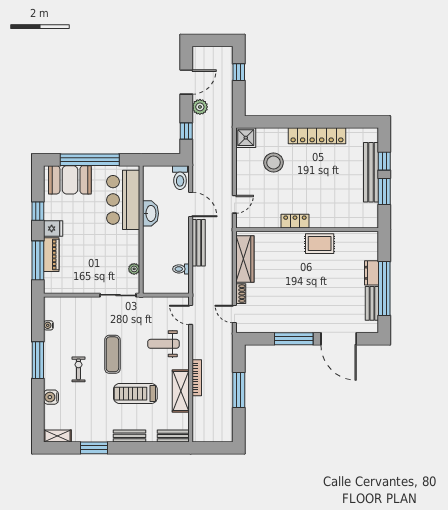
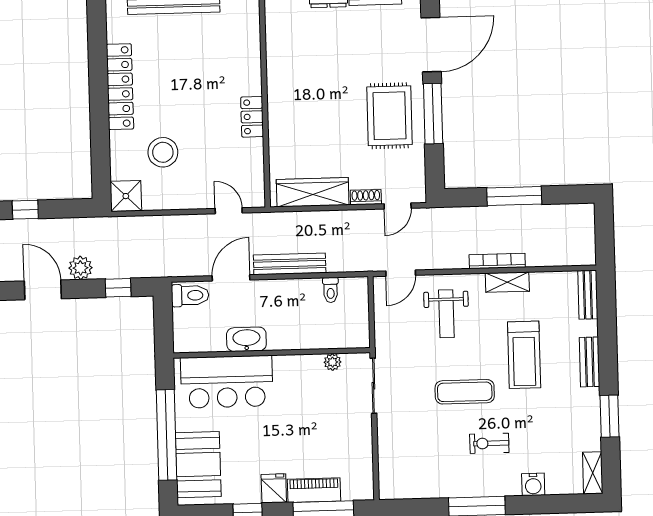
rug: (320, 244) -> (389, 116), moved, width x1.36, depth x1.43
water cooler: (48, 325) -> (423, 491), removed
shelving: (181, 391) -> (507, 282), width x0.67, depth x0.75

